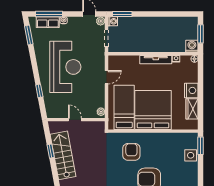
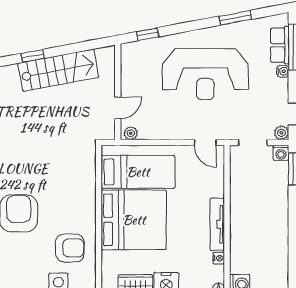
window: (29, 35) -> (235, 18), moved
door: (107, 77) -> (205, 143), moved
window: (39, 91) -> (148, 34), moved
door: (75, 120) -> (118, 108), moved
window: (51, 151) -> (33, 56), moved
armchair: (131, 152) -> (70, 248), moved

